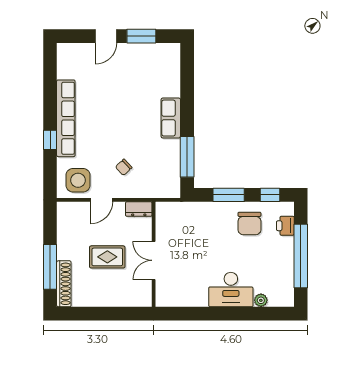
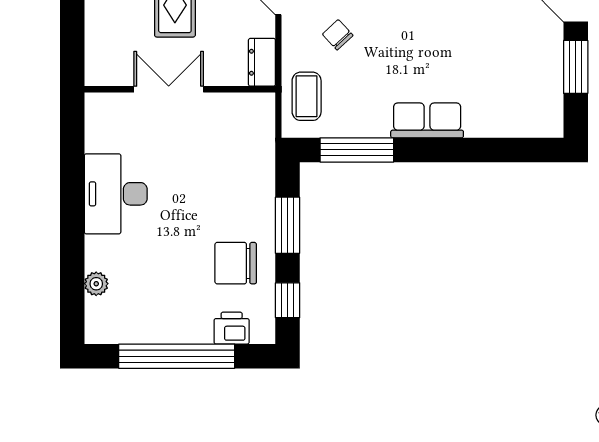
coffee table: (158, 184) -> (307, 96), added
desk: (231, 290) -> (116, 194), moved

